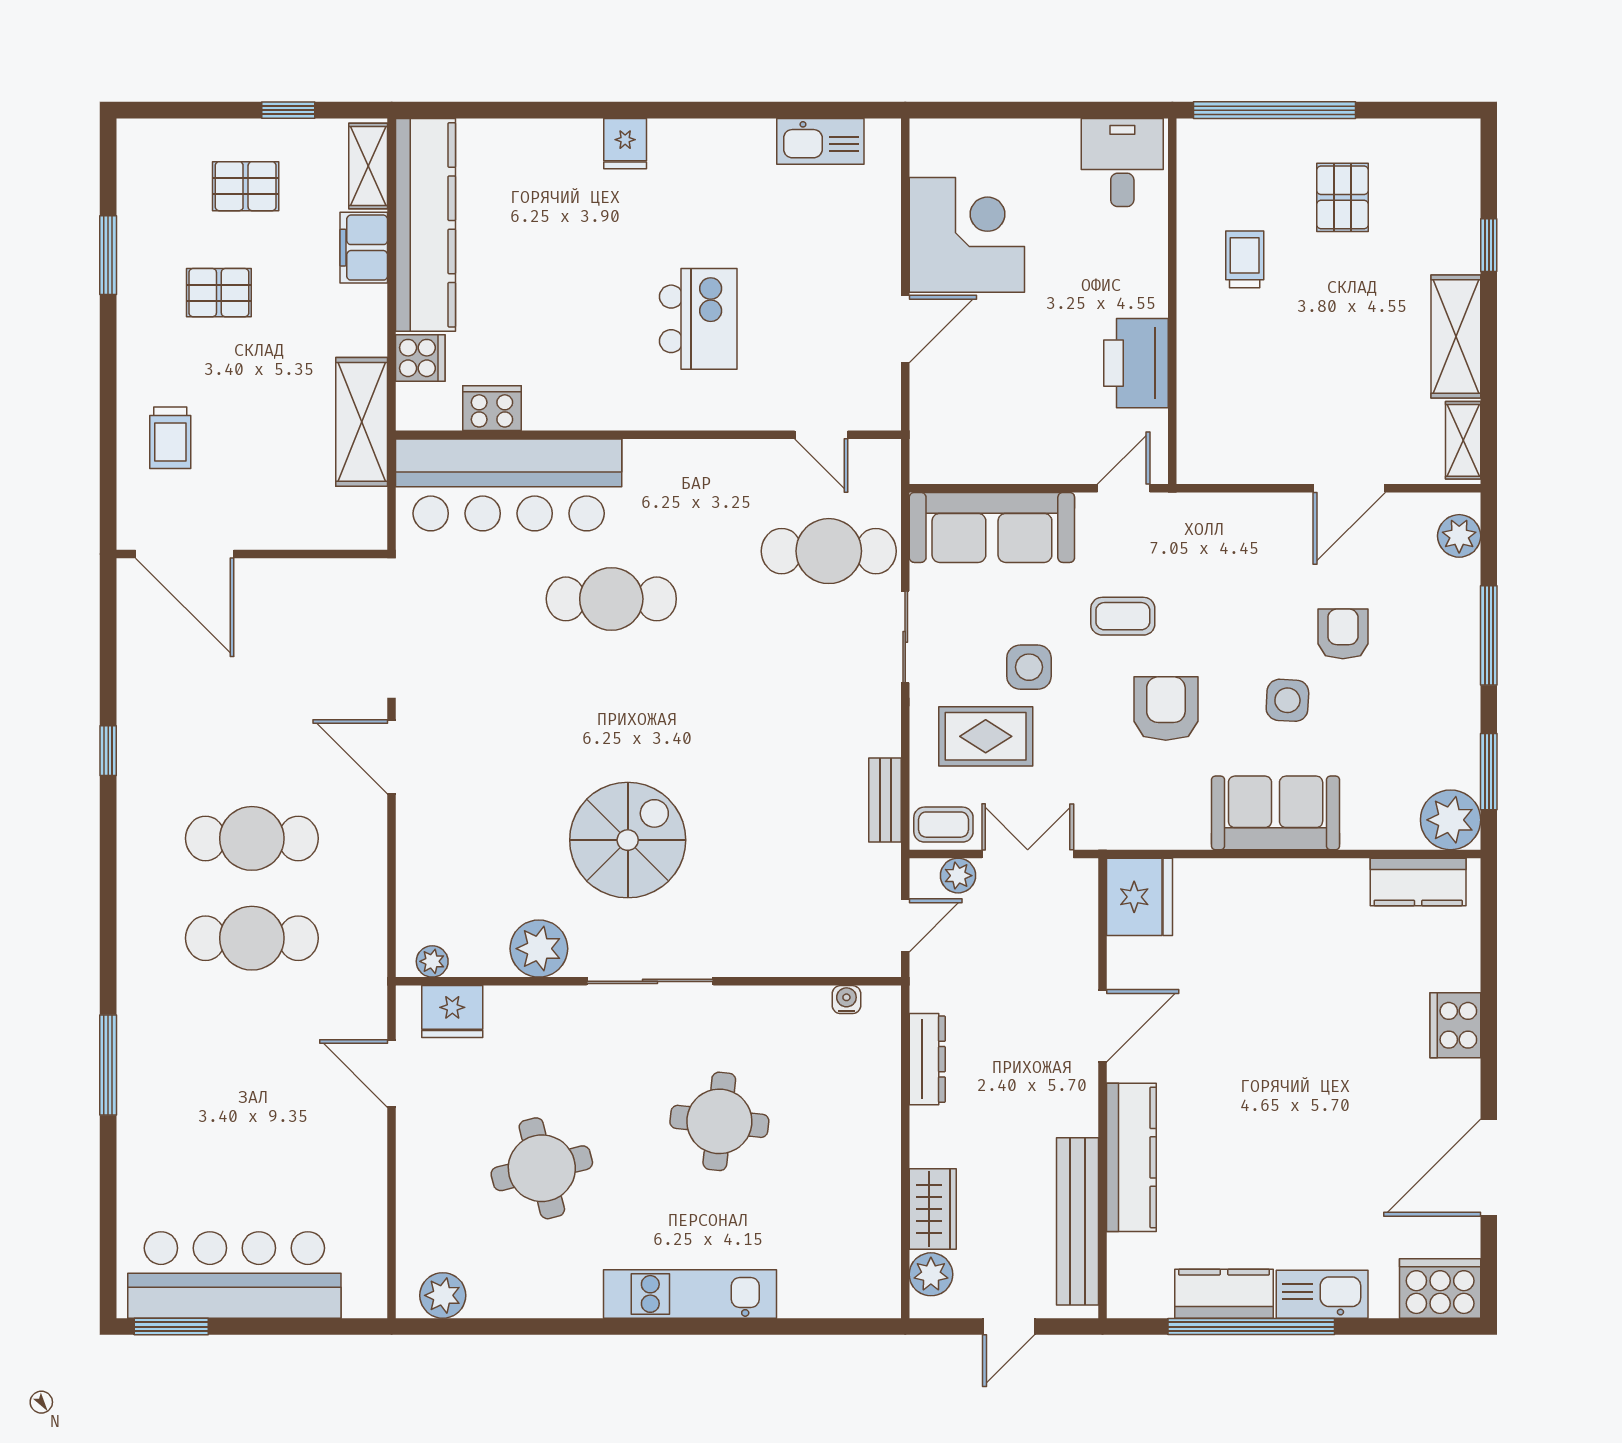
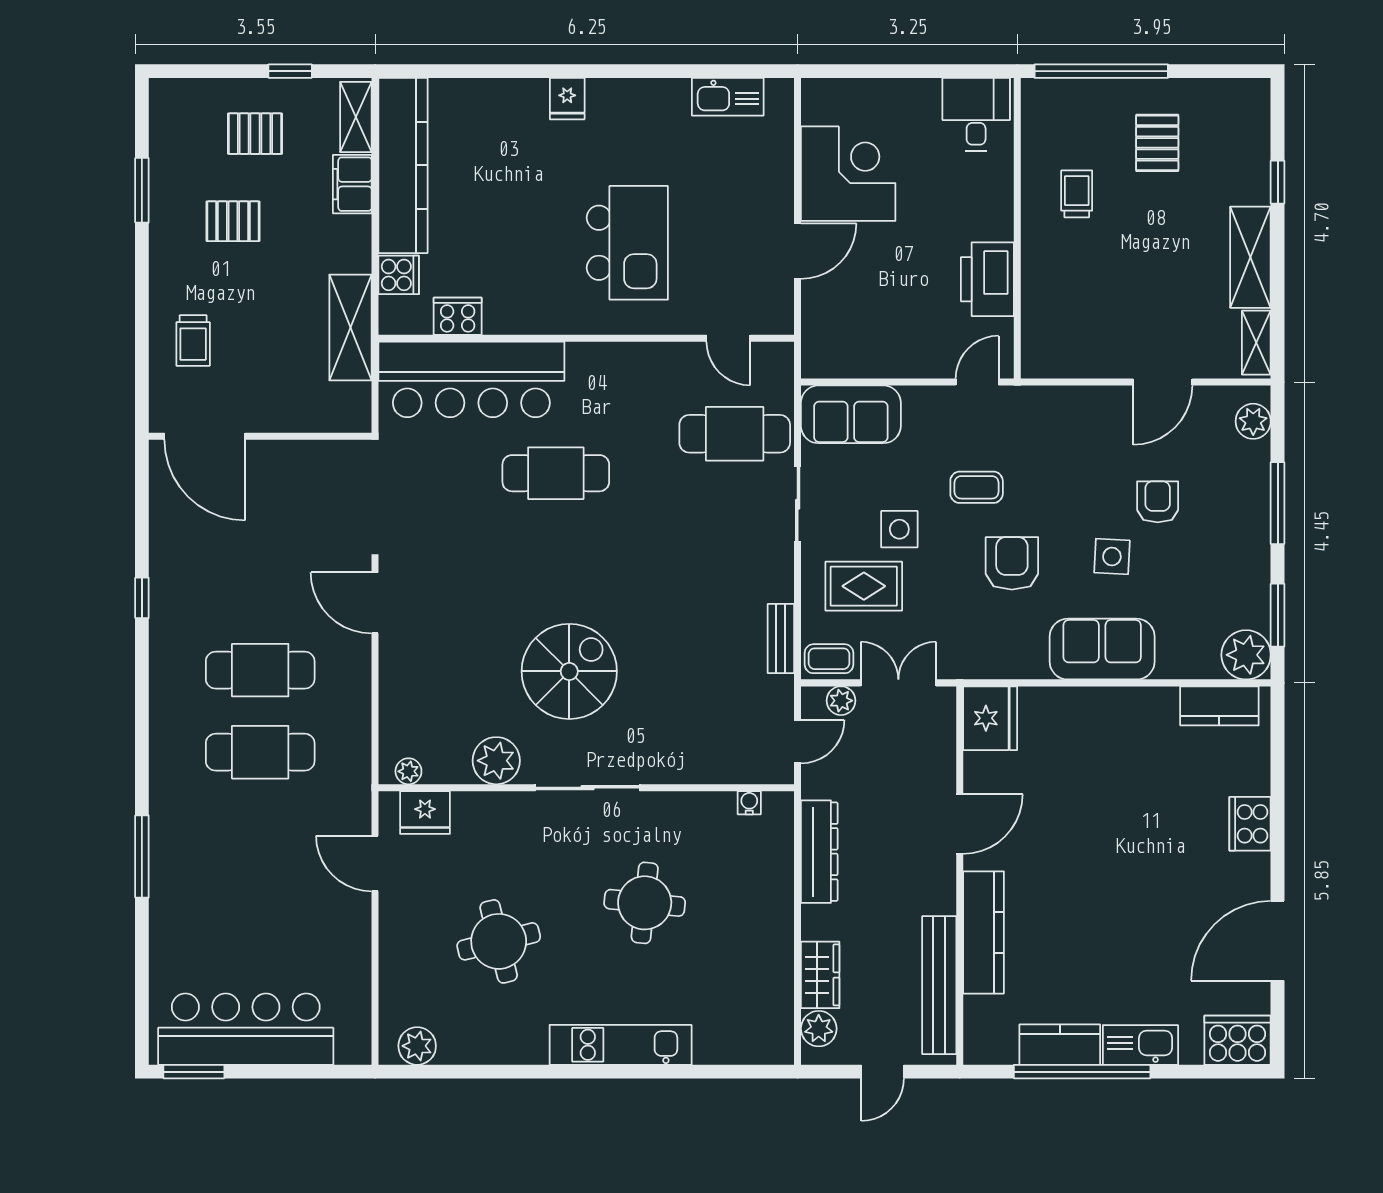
kitchen island: (698, 319) -> (627, 243), width x1.37, depth x1.28
sofa: (992, 527) -> (851, 414), width x0.73
dresser: (927, 1059) -> (819, 852), width x1.37, depth x1.24

